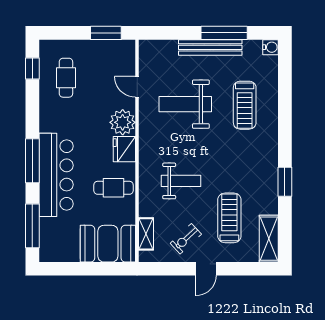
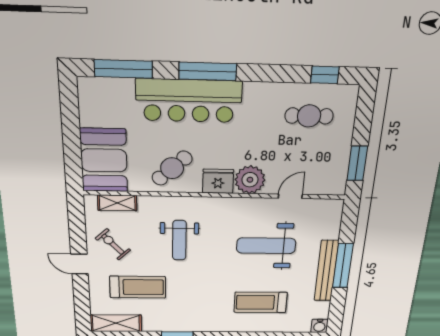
window: (224, 33) -> (343, 266), moved
weight bench: (185, 104) -> (266, 246), turned -90
cafe table: (114, 188) -> (172, 168), turned 48

